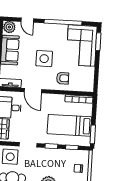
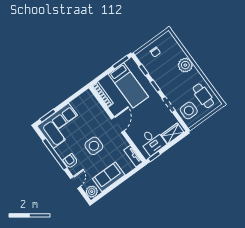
armchair: (63, 78) -> (70, 161), moved
door: (33, 91) -> (118, 125), moved

